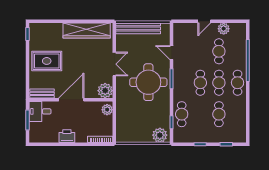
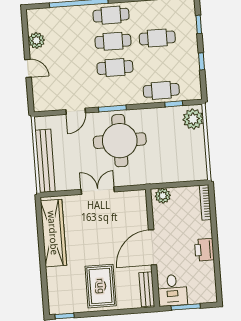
cafe table: (219, 51) -> (69, 45), removed
plant: (105, 91) -> (136, 201), removed
door: (71, 100) -> (152, 247), hinge flipped

